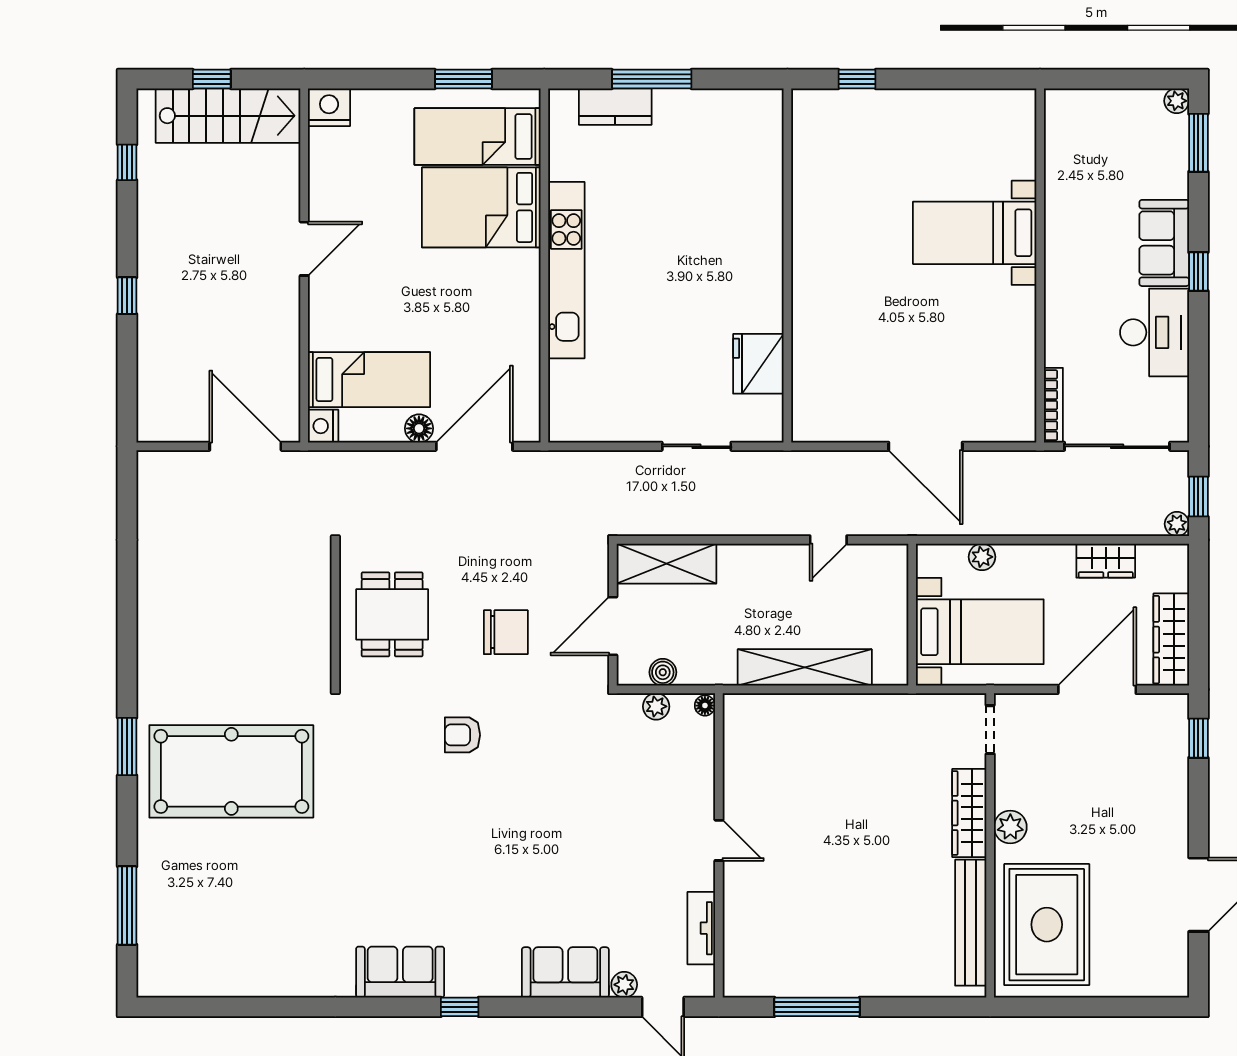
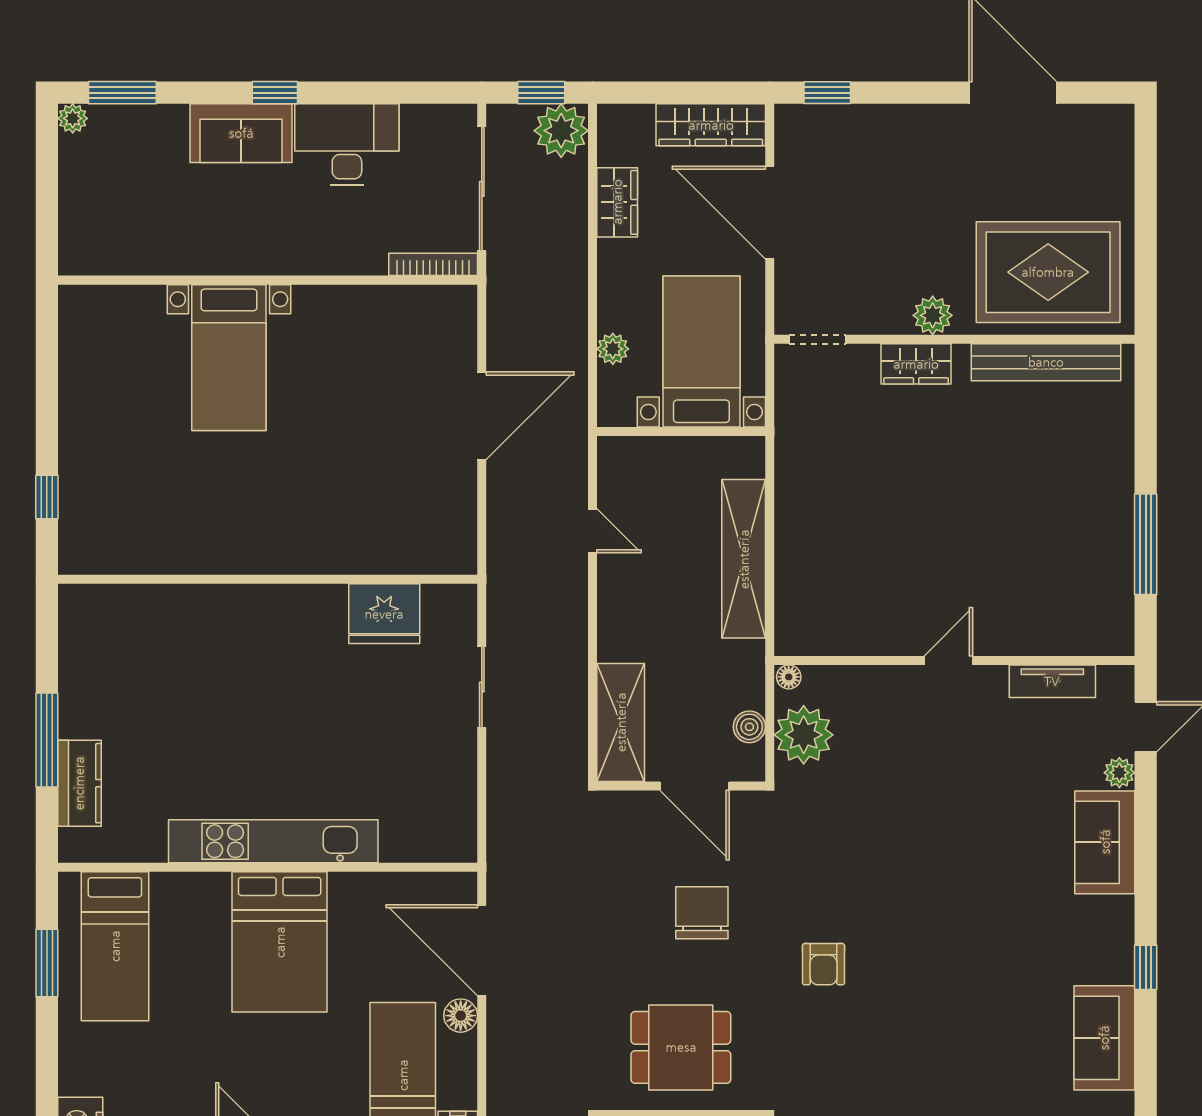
bed: (481, 207) -> (280, 942), moved
plant: (1177, 524) -> (561, 131), width x1.87, depth x1.87
plant: (656, 706) -> (804, 735), width x1.88, depth x1.88
wardrobe: (969, 813) -> (916, 364), width x0.67

